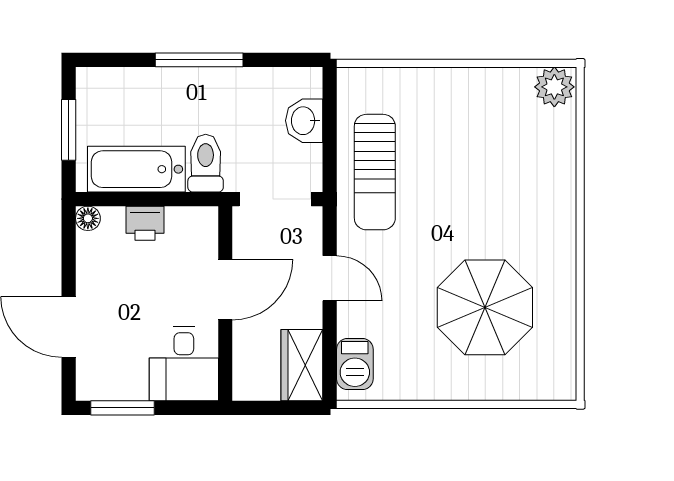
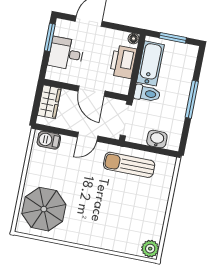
printer: (145, 223) -> (123, 62), width x1.87, depth x1.48
parasol: (485, 307) -> (44, 209), moved
desk: (184, 364) -> (66, 54), moved
wardrobe: (302, 365) -> (49, 102), moved, turned 90

